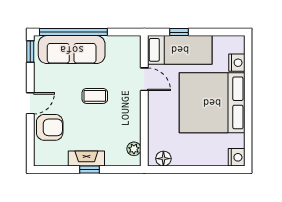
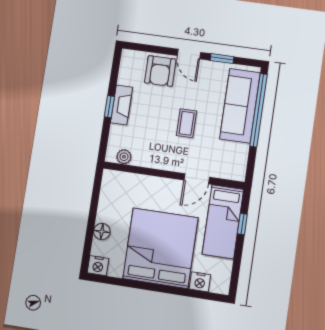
window: (30, 52) -> (222, 59), moved
floor lamp: (163, 159) -> (102, 232), moved

